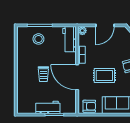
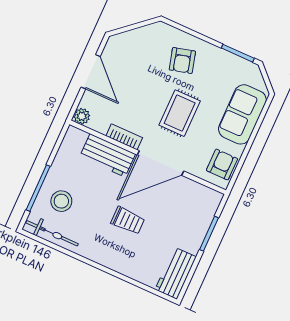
workbench: (70, 39) -> (108, 155), moved
bicycle: (22, 41) -> (52, 233), added
workbench: (48, 107) -> (176, 273), moved

